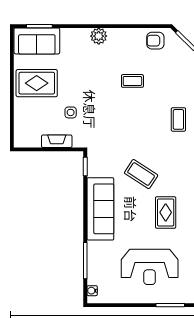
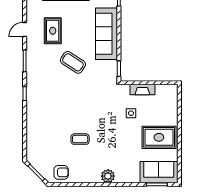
coffee table: (178, 119) -> (42, 107), removed

